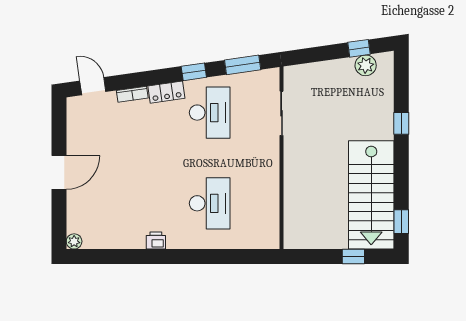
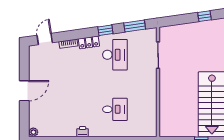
plant: (366, 65) -> (209, 26), removed
door: (93, 86) -> (45, 39), hinge flipped
desk: (210, 203) -> (115, 109), width x0.73

